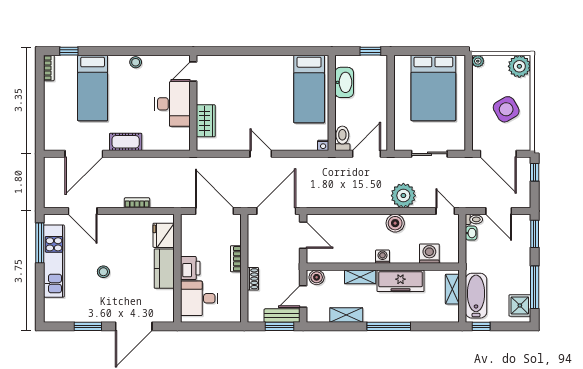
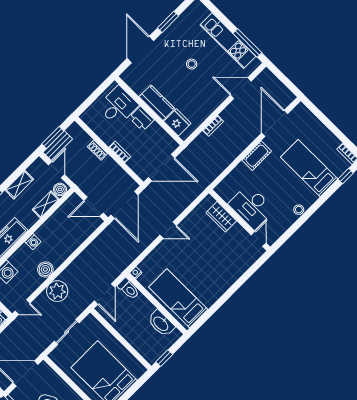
shelving: (360, 277) -> (46, 204), moved

